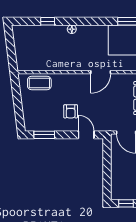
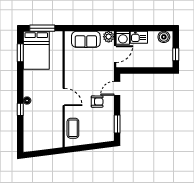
window: (48, 21) -> (20, 109), moved
door: (101, 72) -> (64, 97), moved

